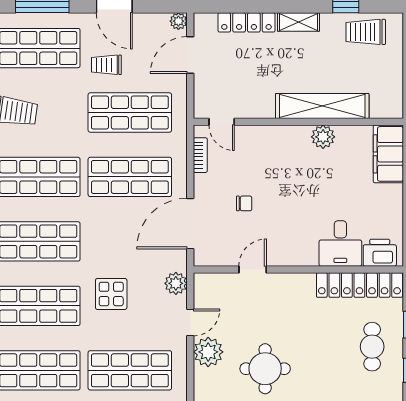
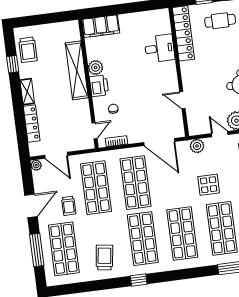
chair: (244, 203) -> (113, 109), moved
printer: (380, 253) -> (99, 86), moved, turned 180

